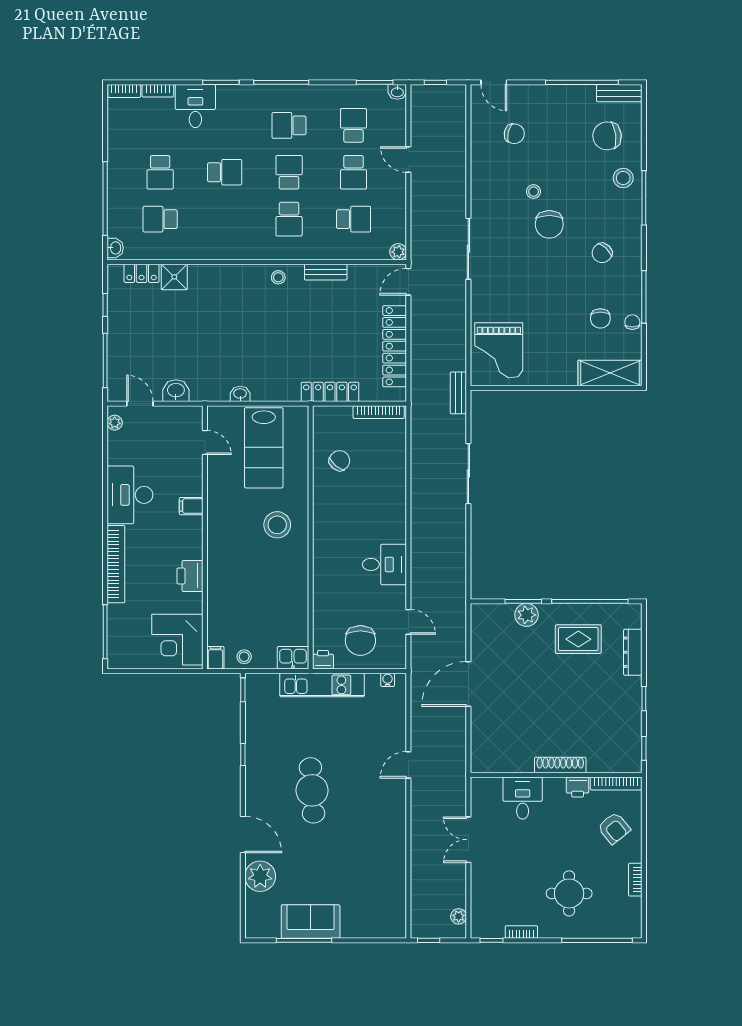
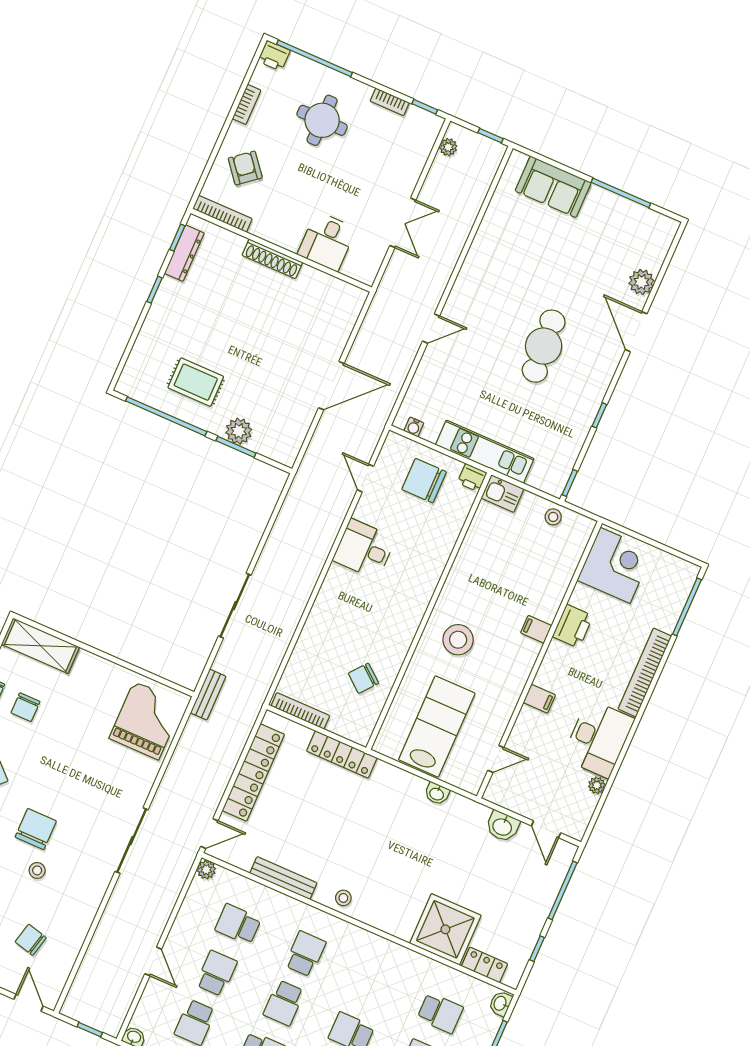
bench: (326, 272) -> (283, 878), width x1.36
shower: (174, 277) -> (445, 929), width x1.86, depth x1.86
chair: (600, 318) -> (25, 707), turned 180
plant: (115, 423) -> (597, 785), moved
door: (205, 442) -> (496, 759), swing flipped
chair: (360, 640) -> (424, 481), turned -90
dresser: (633, 652) -> (184, 253), moved
filing cabinet: (215, 658) -> (536, 629), moved, turned 90
printer: (578, 787) -> (274, 56), moved, turned 180
plant: (260, 876) -> (641, 282), width x0.73, depth x0.73
sofa: (311, 922) -> (553, 187), moved

